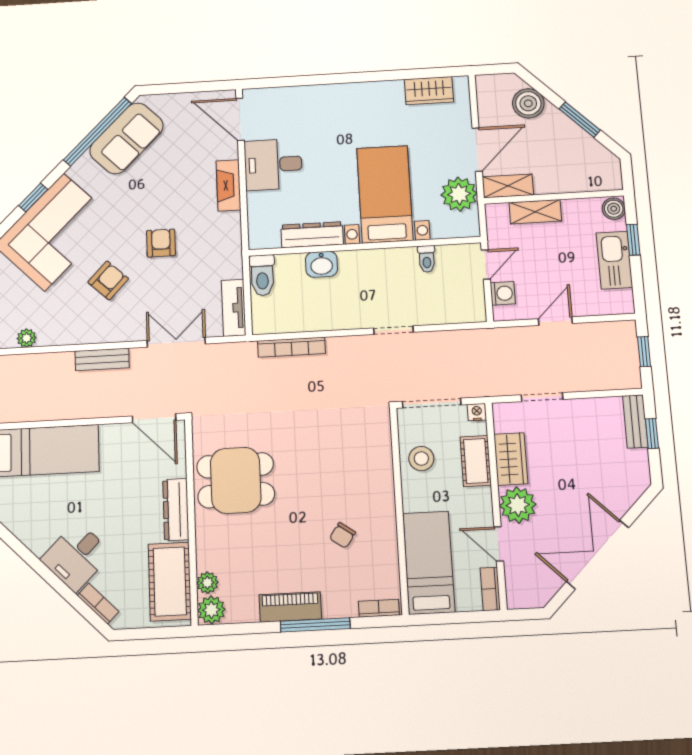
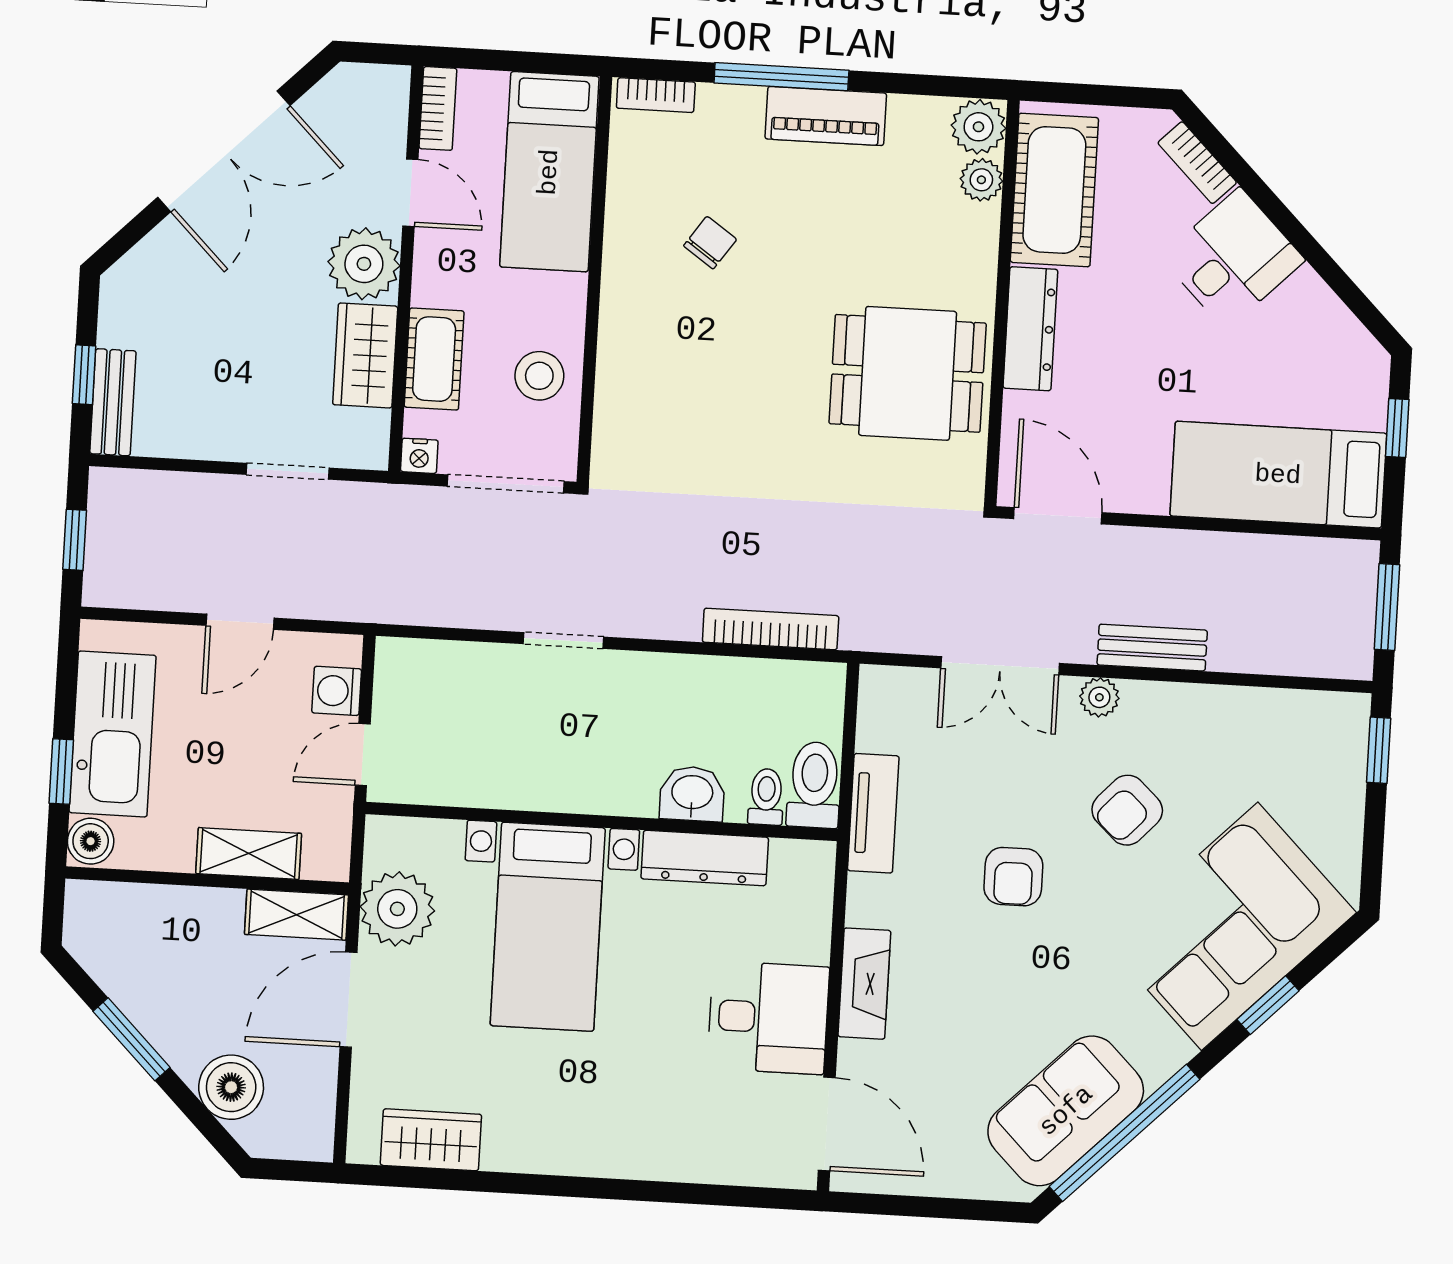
toilet: (427, 259) -> (766, 797), moved
kitchen sink: (614, 260) -> (113, 734), width x1.36, depth x1.24
tv unit: (234, 308) -> (873, 813), moved
plant: (27, 338) -> (1099, 697), moved

